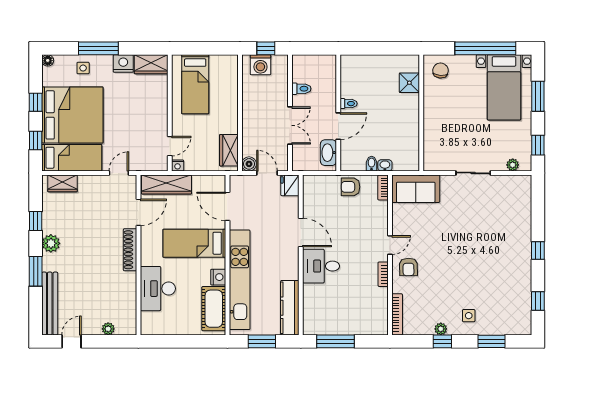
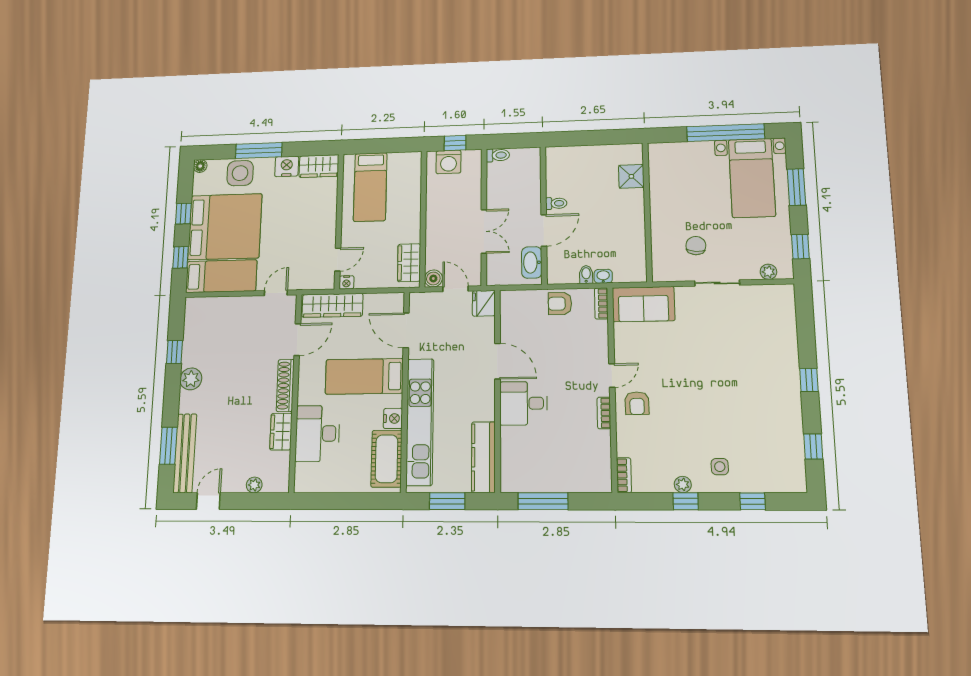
side table: (83, 68) -> (240, 173), width x1.87, depth x1.87
chair: (440, 71) -> (696, 246), moved
toilet: (301, 89) -> (498, 155), moved
wardrobe: (62, 183) -> (281, 432), moved, turned 90
window: (36, 271) -> (168, 446), moved
bookcase: (397, 314) -> (624, 475), width x0.64
window: (492, 341) -> (753, 501), width x0.67

